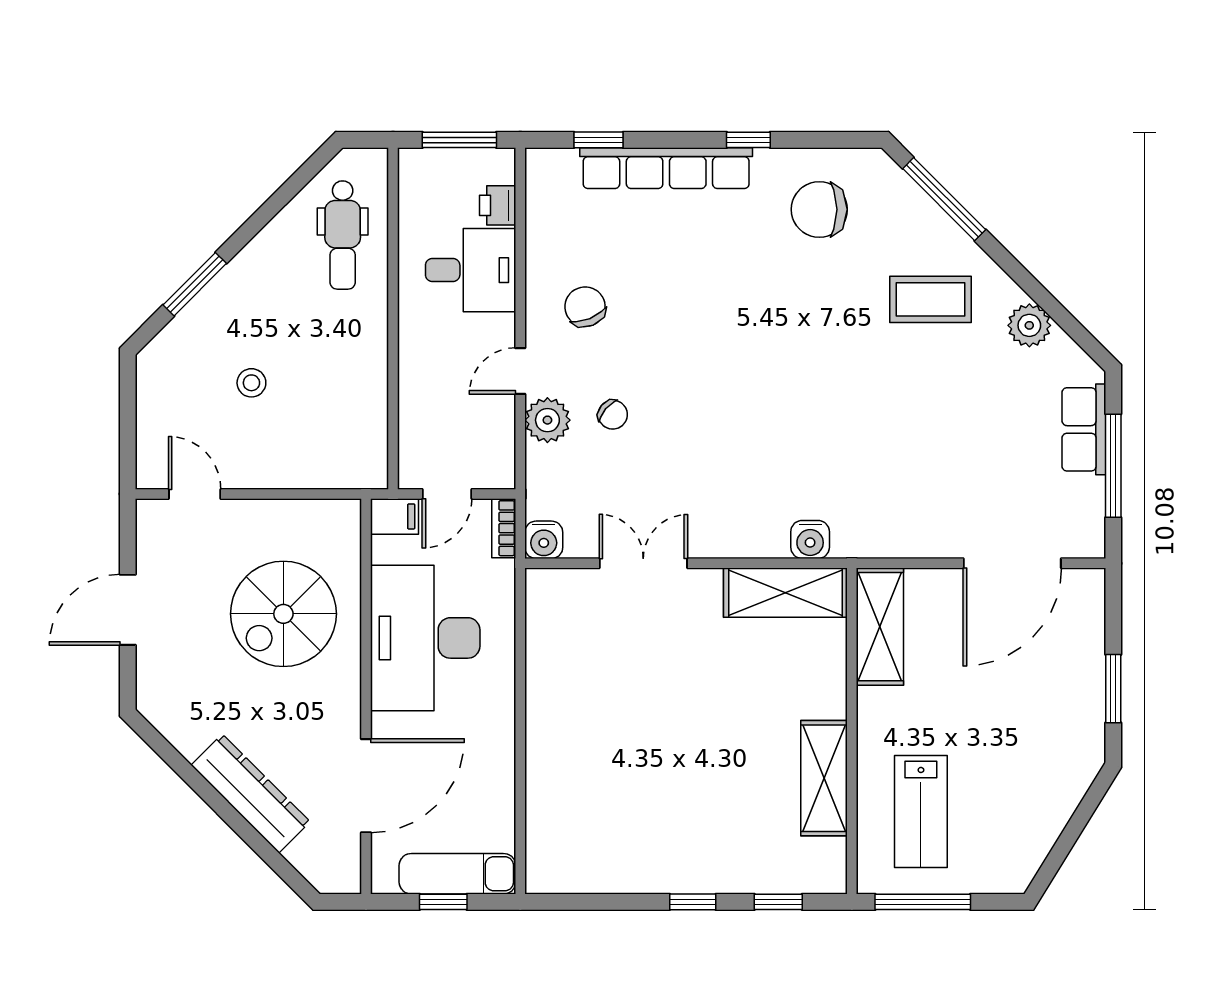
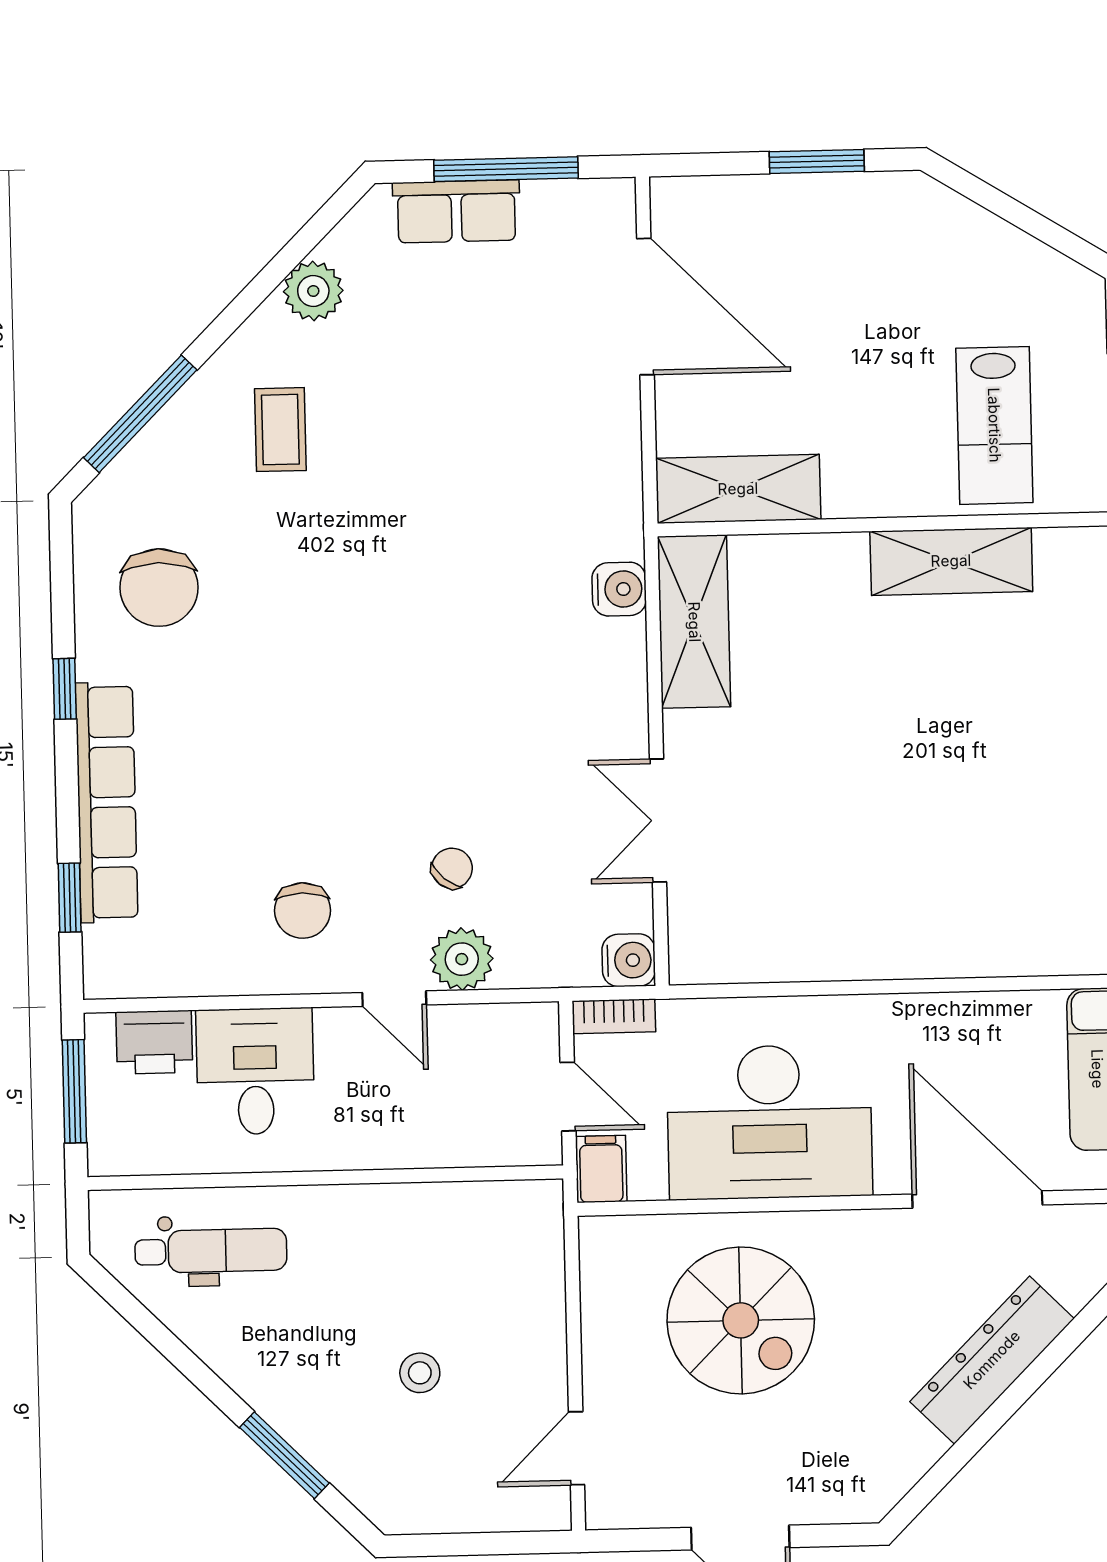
printer: (498, 205) -> (154, 1042), width x1.36, depth x1.24
coffee table: (930, 299) -> (280, 430), width x0.73, depth x0.77
chair: (585, 307) -> (303, 911), turned -68
lab bench: (921, 812) -> (994, 425), turned 90

